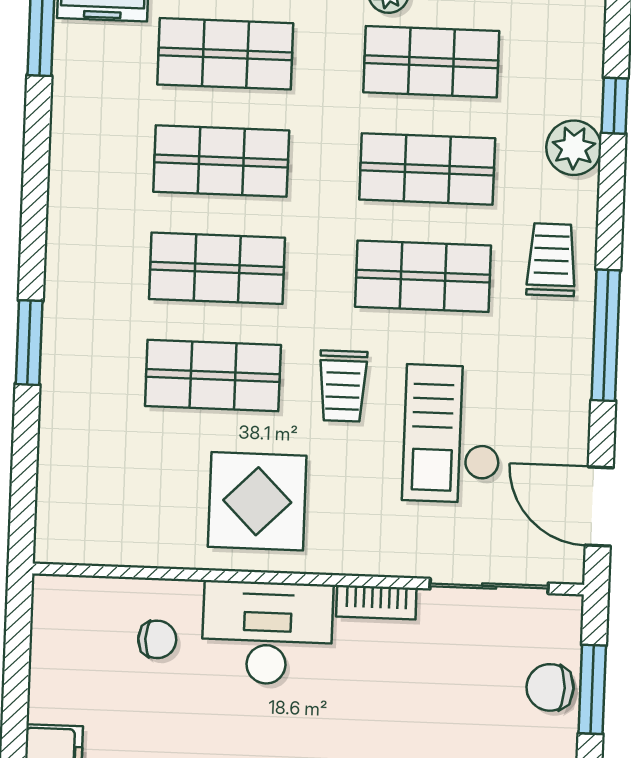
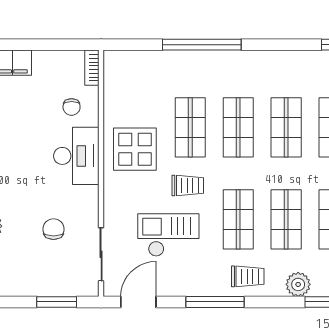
window: (29, 343) -> (202, 45), width x2.11
trolley: (343, 386) -> (188, 185), turned 180
bookcase: (376, 602) -> (92, 68), moved
chair: (550, 687) -> (54, 229), moved

